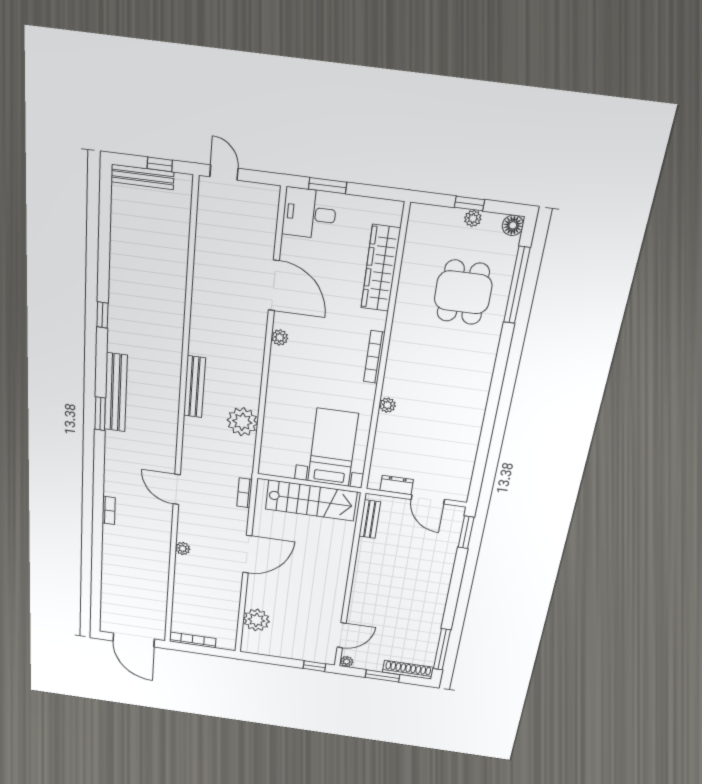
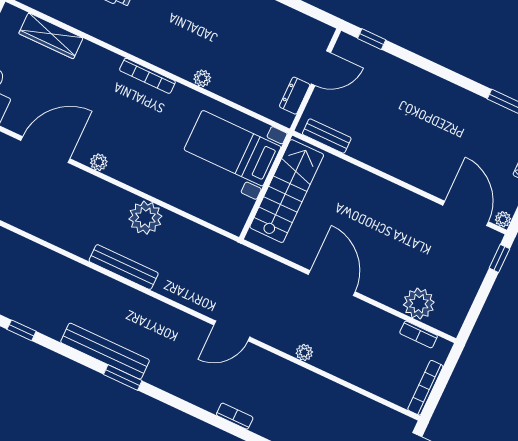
wardrobe: (381, 268) -> (51, 36), width x0.71, depth x0.85
plant: (242, 422) -> (145, 218), moved
bookcase: (245, 493) -> (419, 334), moved
window: (466, 532) -> (372, 39), width x0.67
door: (342, 635) -> (466, 213), width x1.36

